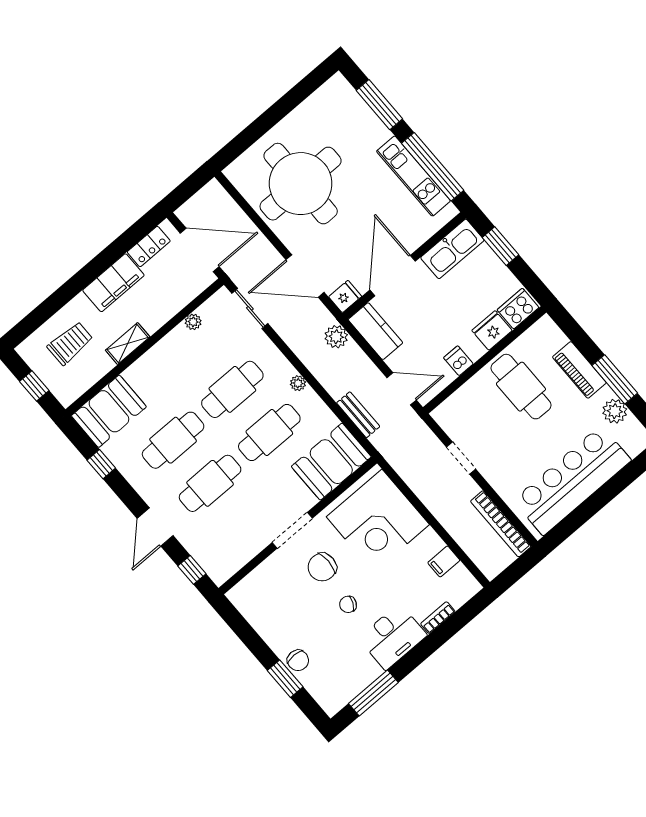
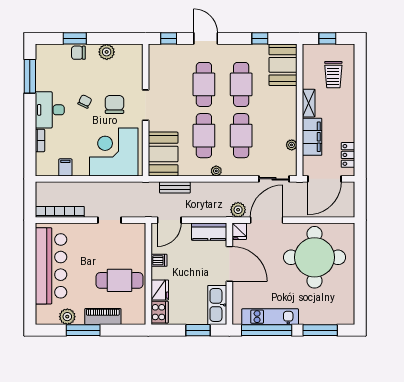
filing cabinet: (113, 283) -> (312, 137), moved, turned 180
plant: (336, 337) -> (238, 210), moved
plant: (269, 628) -> (107, 52), added

